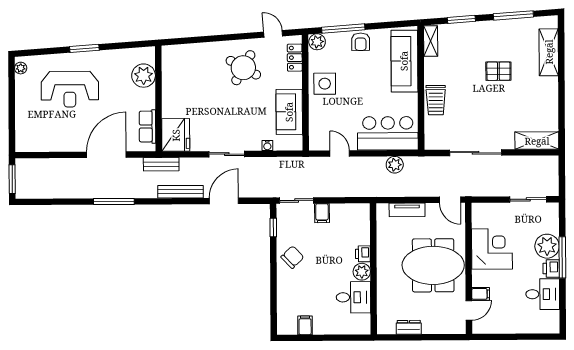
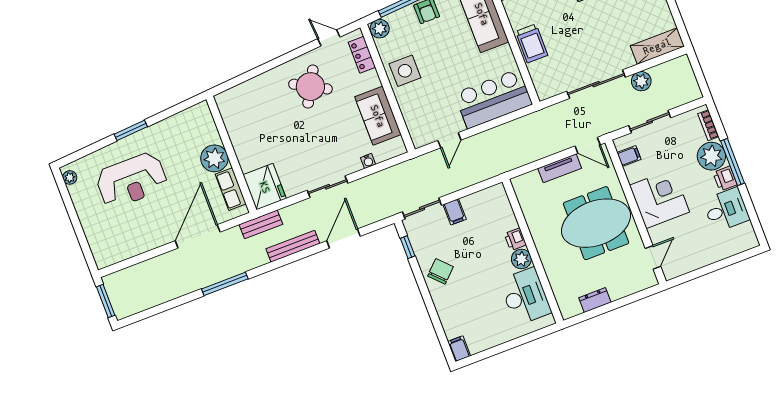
plant: (144, 76) -> (214, 158), moved
door: (340, 153) -> (449, 140), swing flipped
plant: (395, 165) -> (641, 81), moved
sliding door: (528, 199) -> (650, 122), moved
tv unit: (407, 210) -> (560, 168), moved
bookcase: (554, 220) -> (708, 125), added
corner desk: (492, 249) -> (659, 199), moved
filing cabinet: (481, 294) -> (629, 156), moved
desk: (353, 297) -> (525, 296), width x1.37
filing cabinet: (305, 325) -> (459, 349), moved

